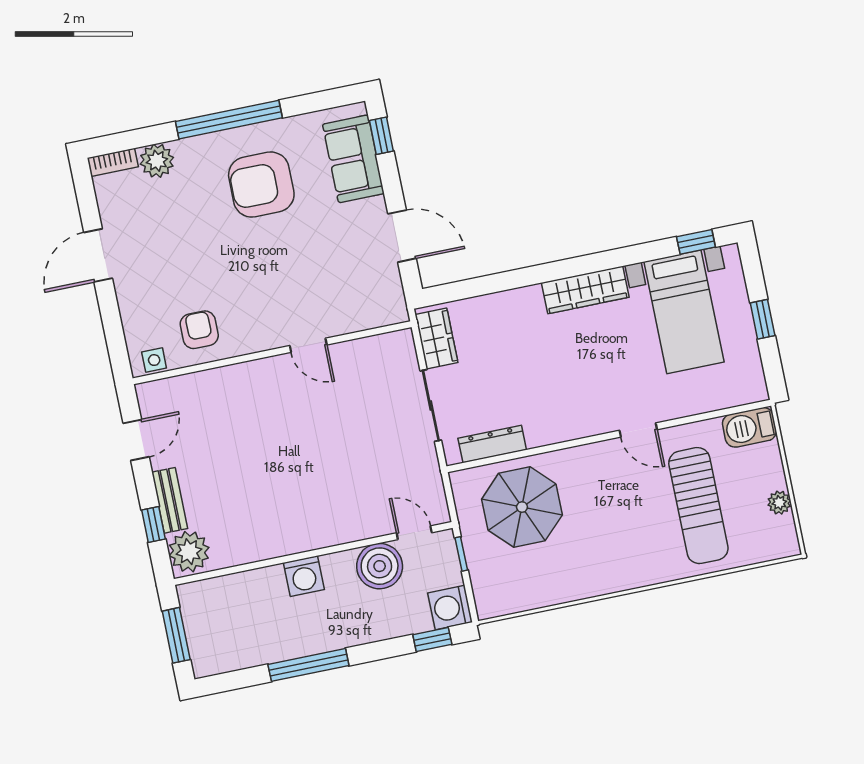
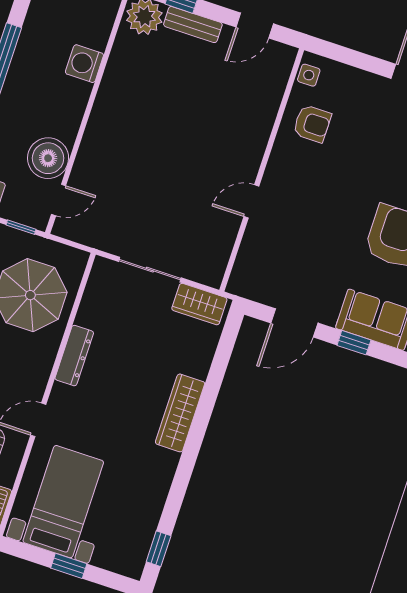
window: (381, 136) -> (354, 343), moved
wardrobe: (585, 290) -> (180, 413), moved
bed with nightstands: (684, 312) -> (63, 502), moved, turned 90
door: (136, 440) -> (255, 25), hinge flipped
dresser: (492, 444) -> (74, 356), moved
washing machine: (304, 576) -> (84, 64), moved

